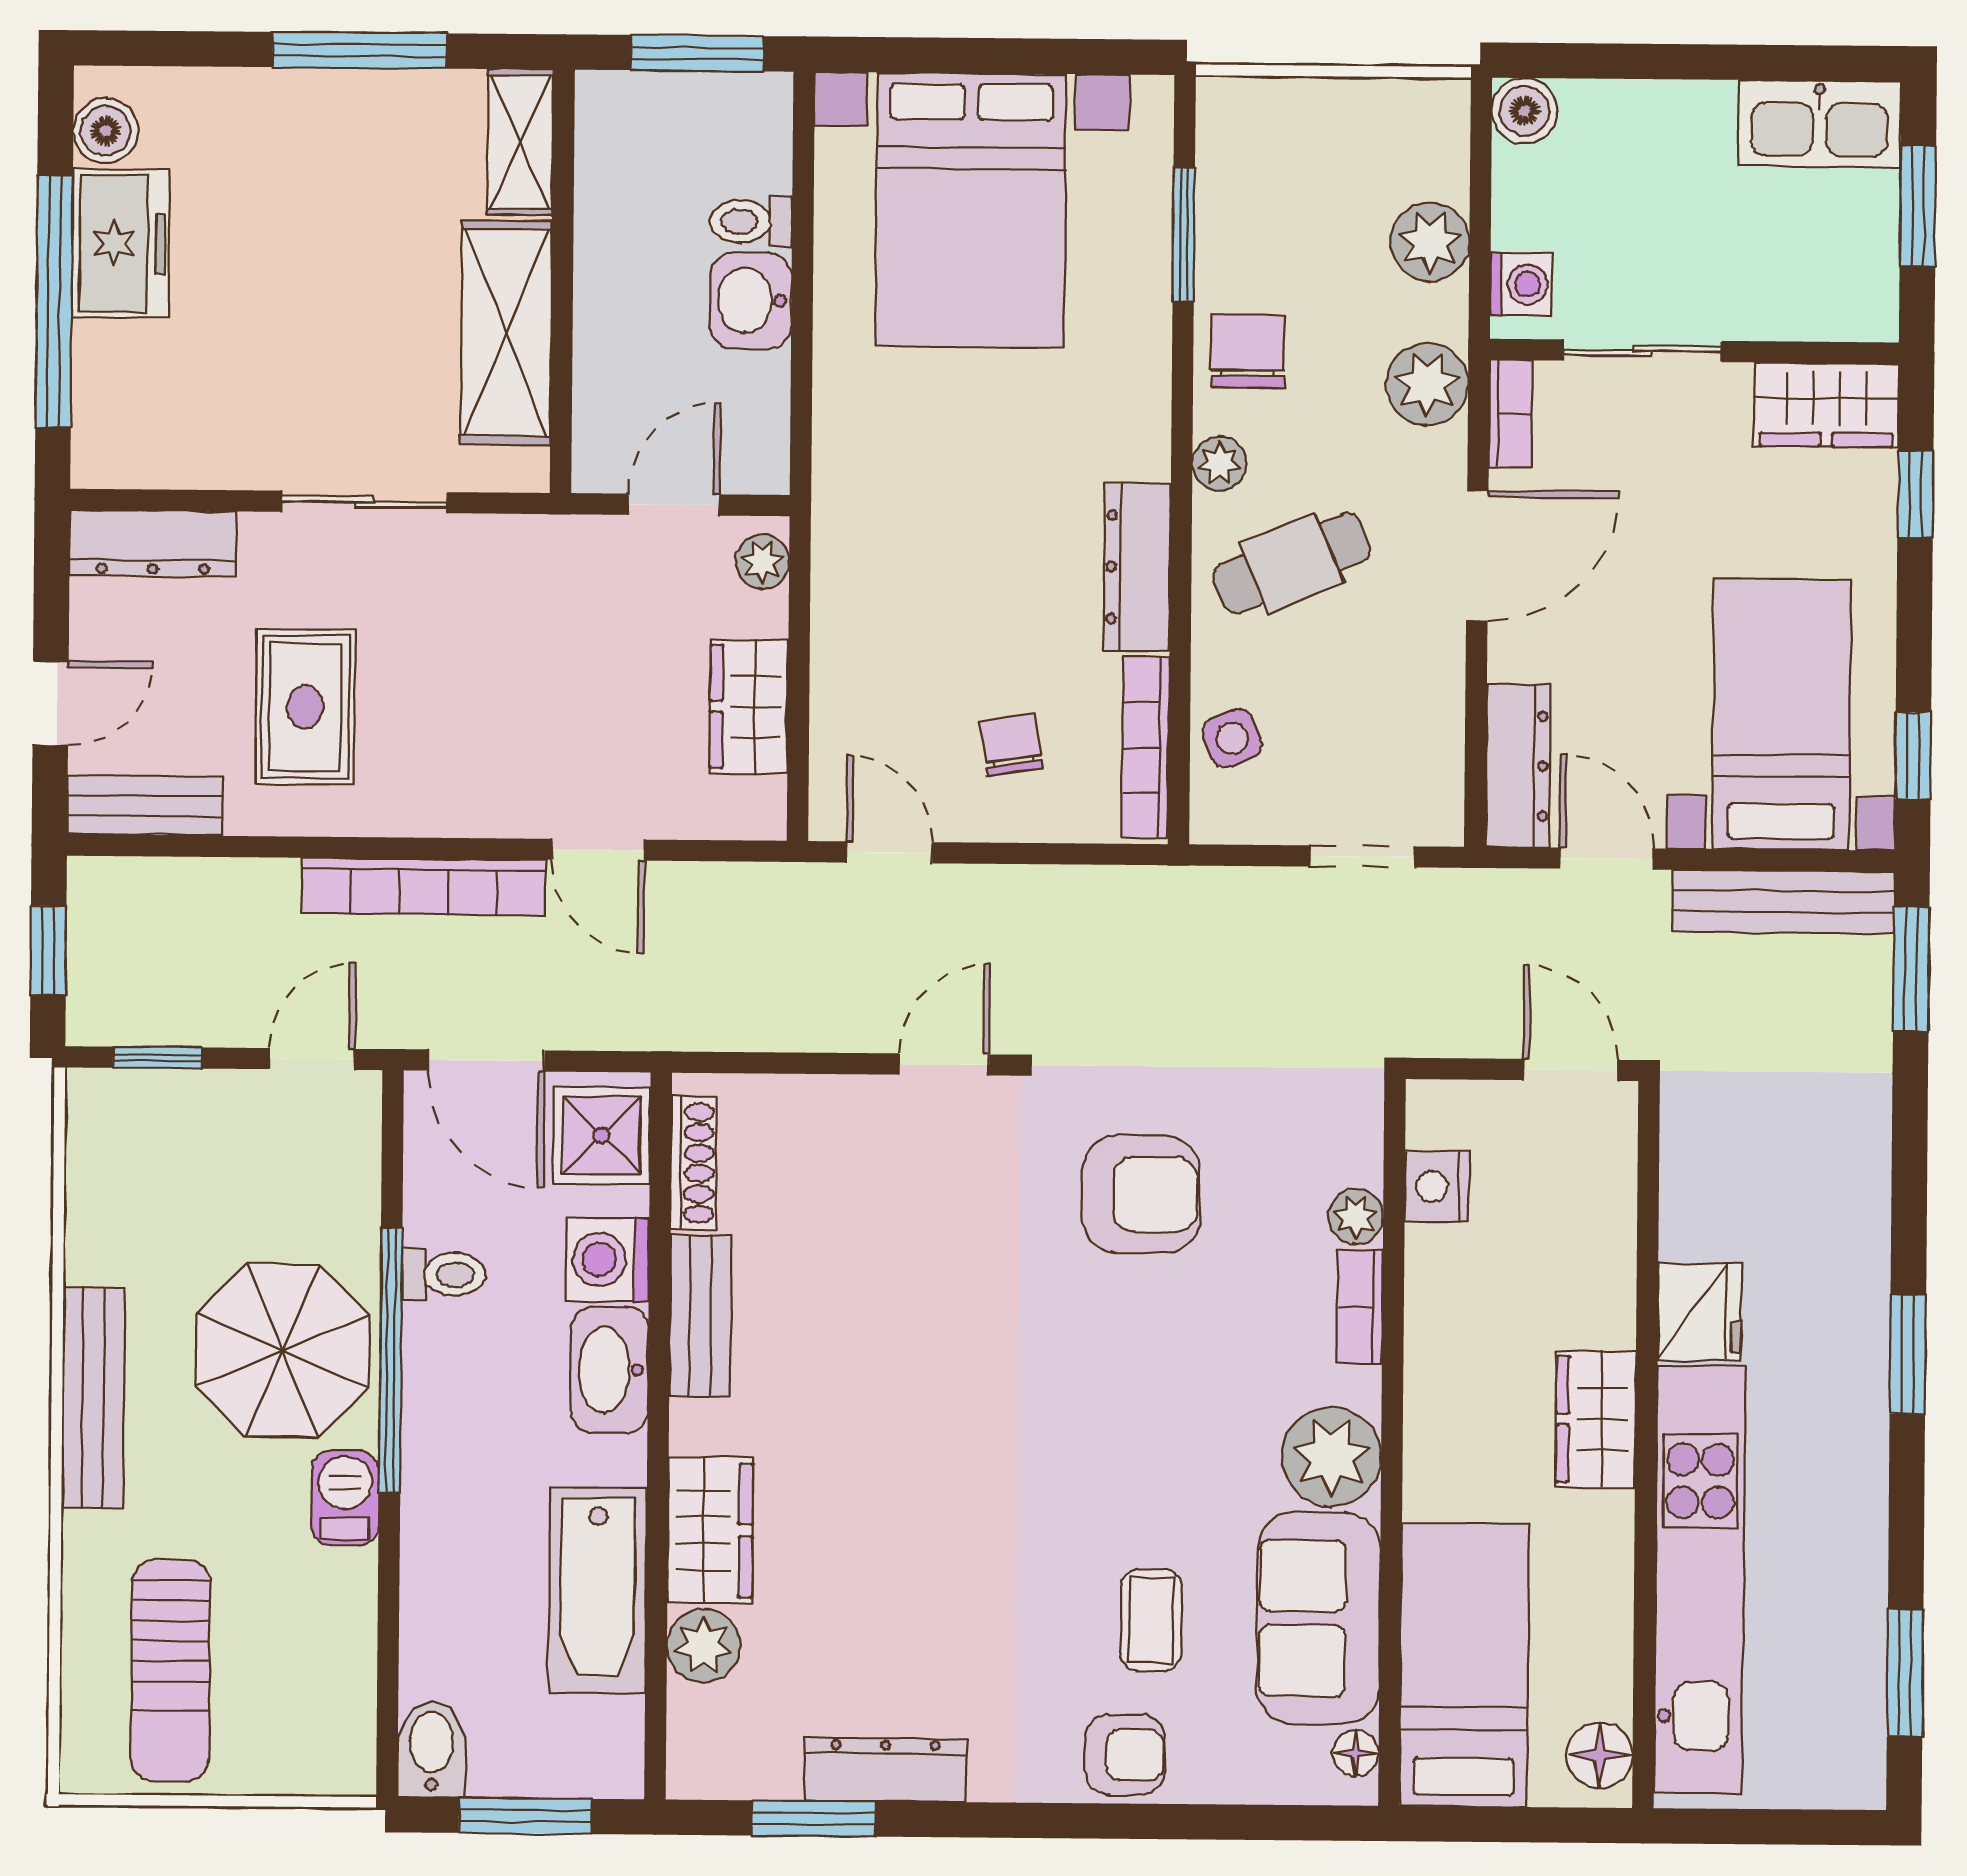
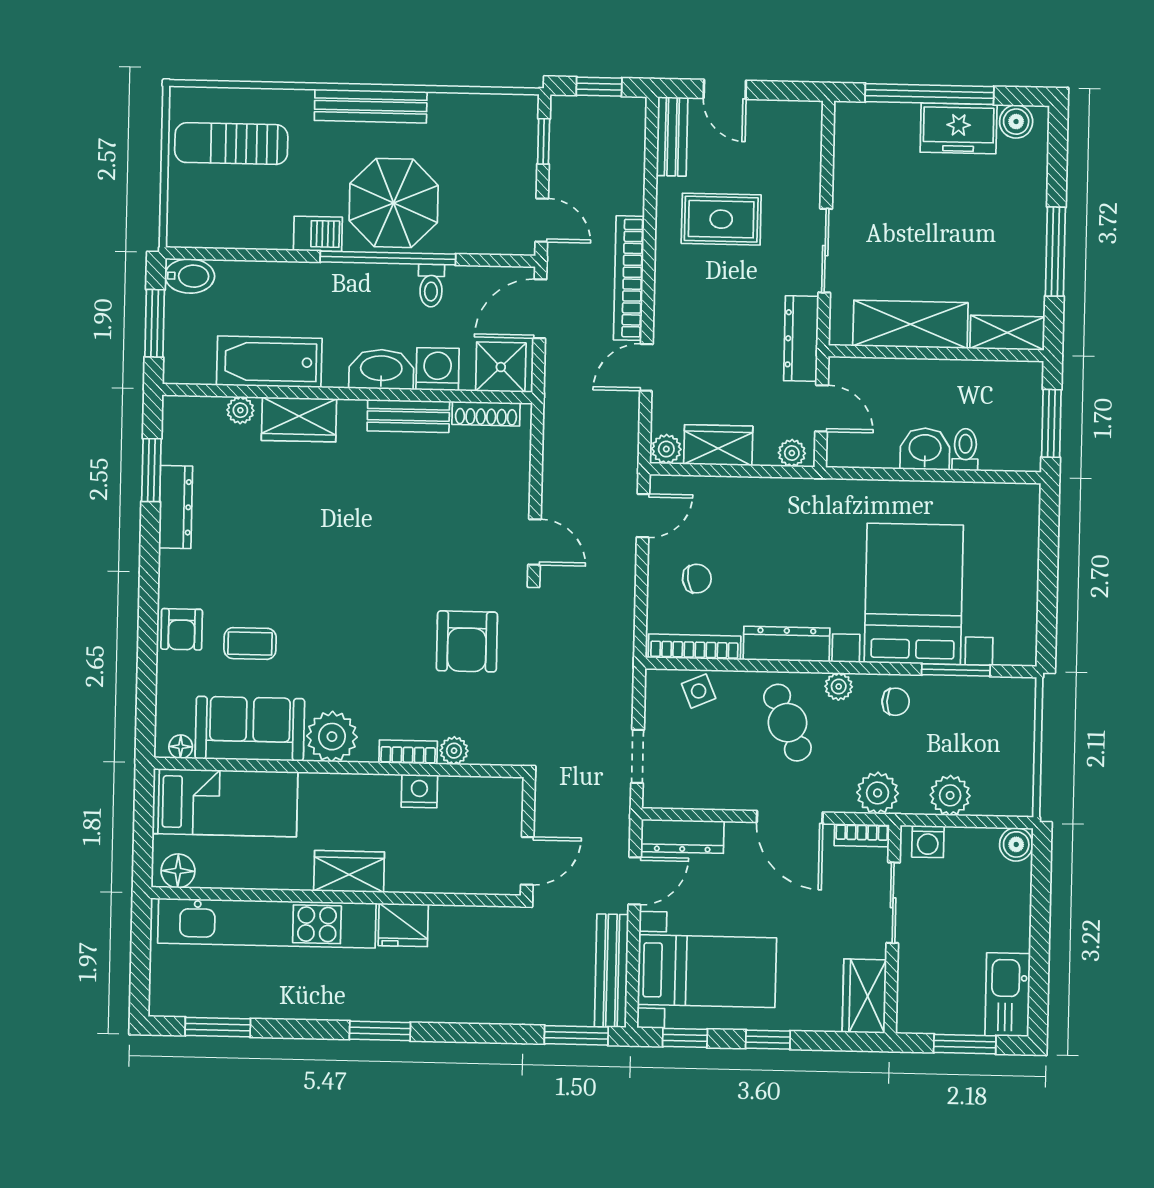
bed with nightstands: (971, 210) -> (914, 594), moved, turned 90
chair: (1248, 351) -> (896, 702), width x0.73, depth x0.73
window: (1915, 494) -> (768, 1040), moved
dresser: (153, 543) -> (801, 339), moved
plant: (758, 808) -> (666, 449), added
nightstand: (1437, 1187) -> (419, 791), moved
plant: (704, 1645) -> (240, 410), width x0.73, depth x0.73

